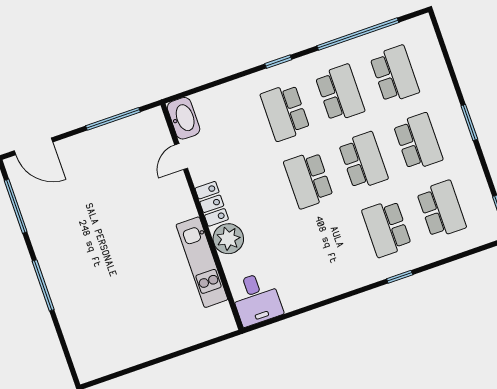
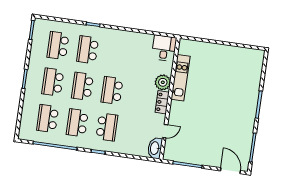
school desk: (309, 180) -> (112, 90), turned 180
school desk: (387, 228) -> (88, 50), turned 180

